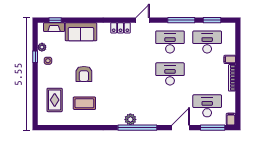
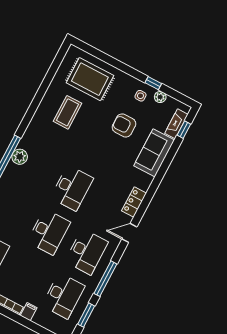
door: (143, 20) -> (129, 233), swing flipped
armchair: (84, 74) -> (124, 125), moved
desk: (133, 74) -> (72, 188), added
rug: (55, 100) -> (90, 79), width x1.36, depth x1.43

